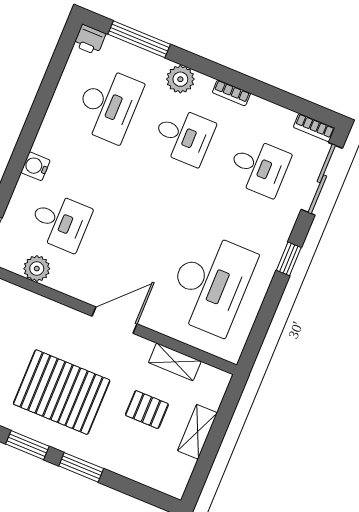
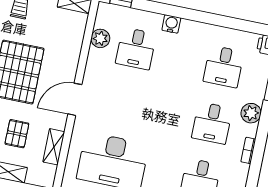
desk: (108, 105) -> (224, 66), width x0.73
door: (115, 320) -> (75, 99), swing flipped

